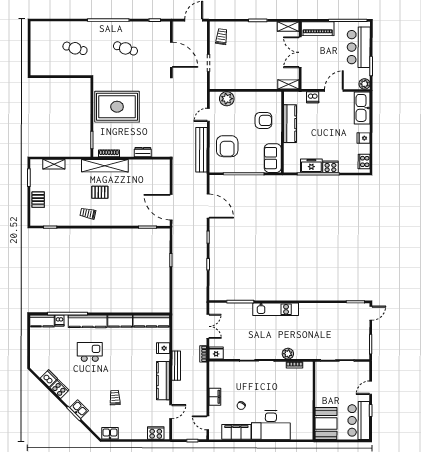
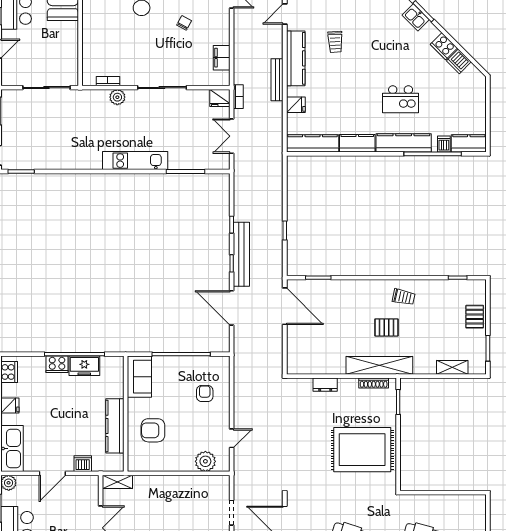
armchair: (227, 146) -> (205, 394), width x0.53, depth x0.53
bench: (201, 150) -> (241, 254), moved
filing cabinet: (215, 397) -> (222, 58), moved
trolley: (115, 398) -> (335, 42), moved

